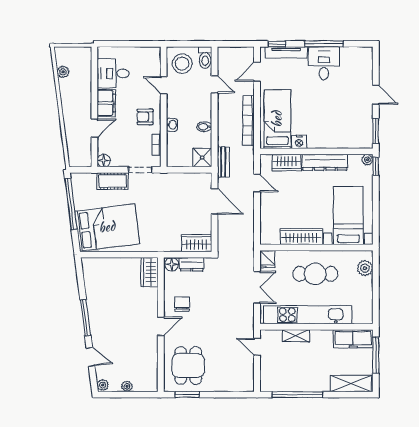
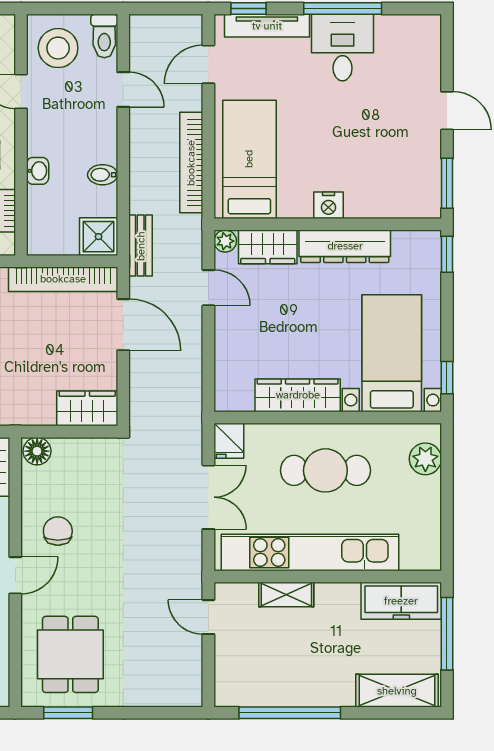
nightstand: (299, 142) -> (328, 205), moved
plant: (367, 160) -> (225, 241), moved
bookcase: (185, 179) -> (63, 279), added
window: (376, 228) -> (447, 378), added
dresser: (192, 264) -> (77, 451), removed

